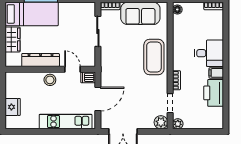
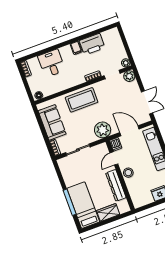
desk: (209, 53) -> (52, 63), moved
plant: (110, 68) -> (103, 130), added

